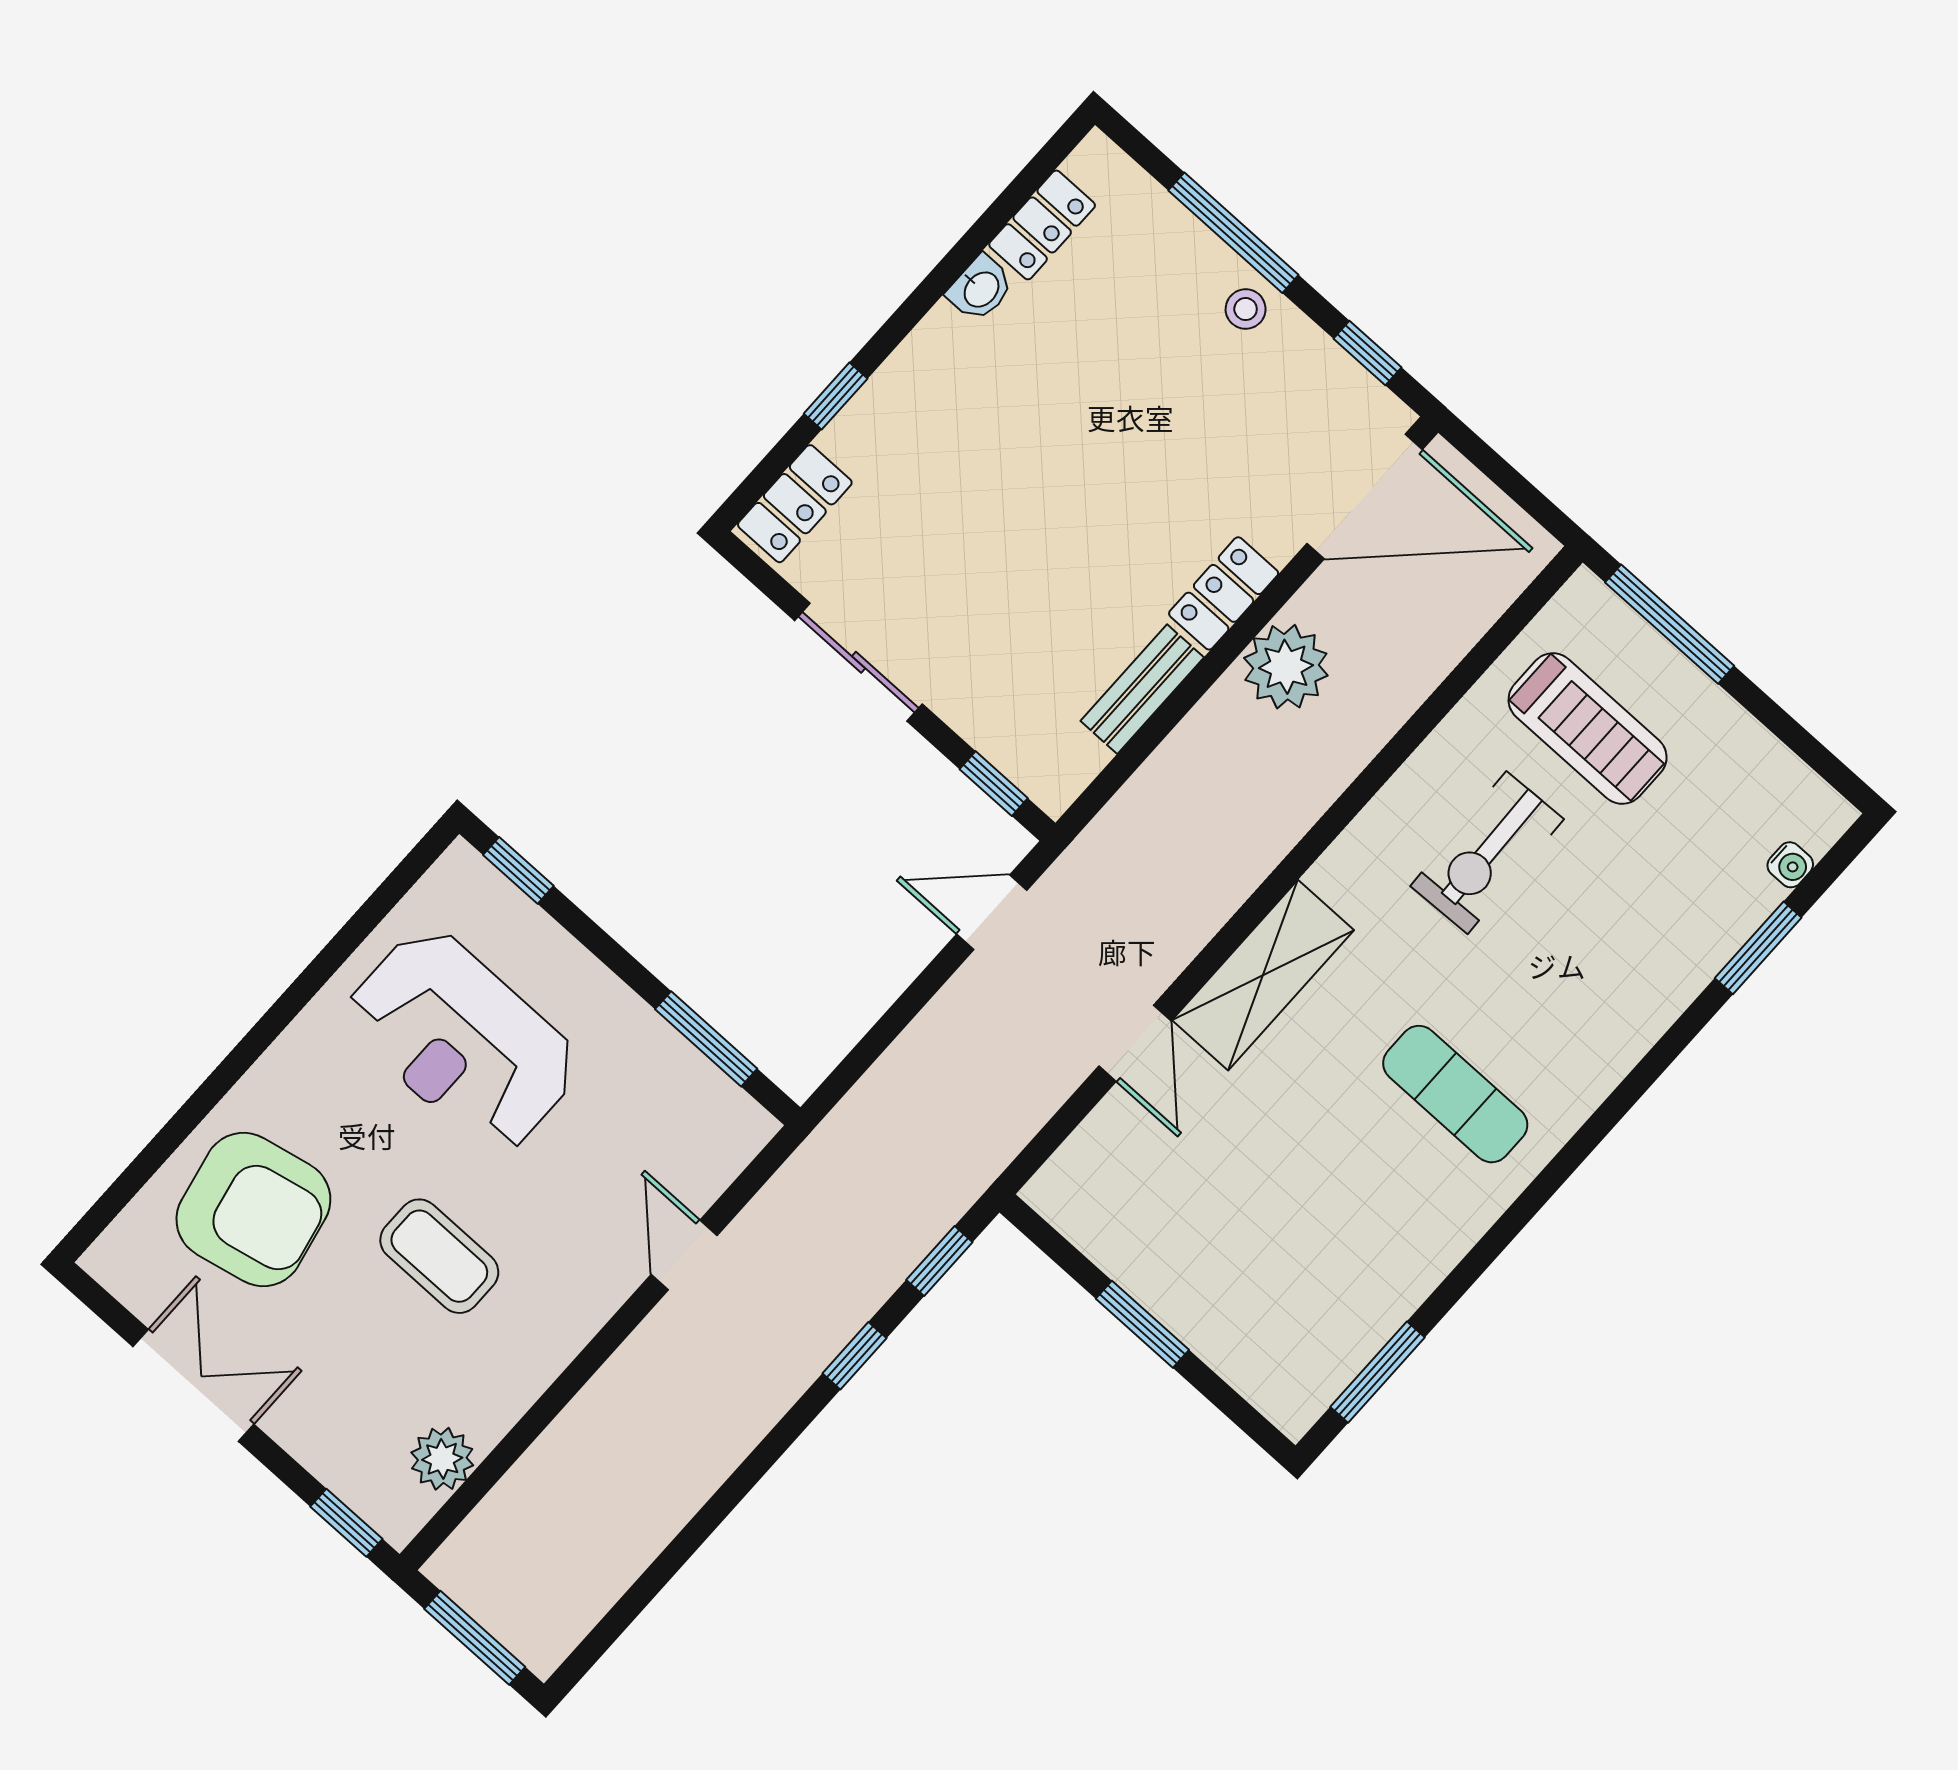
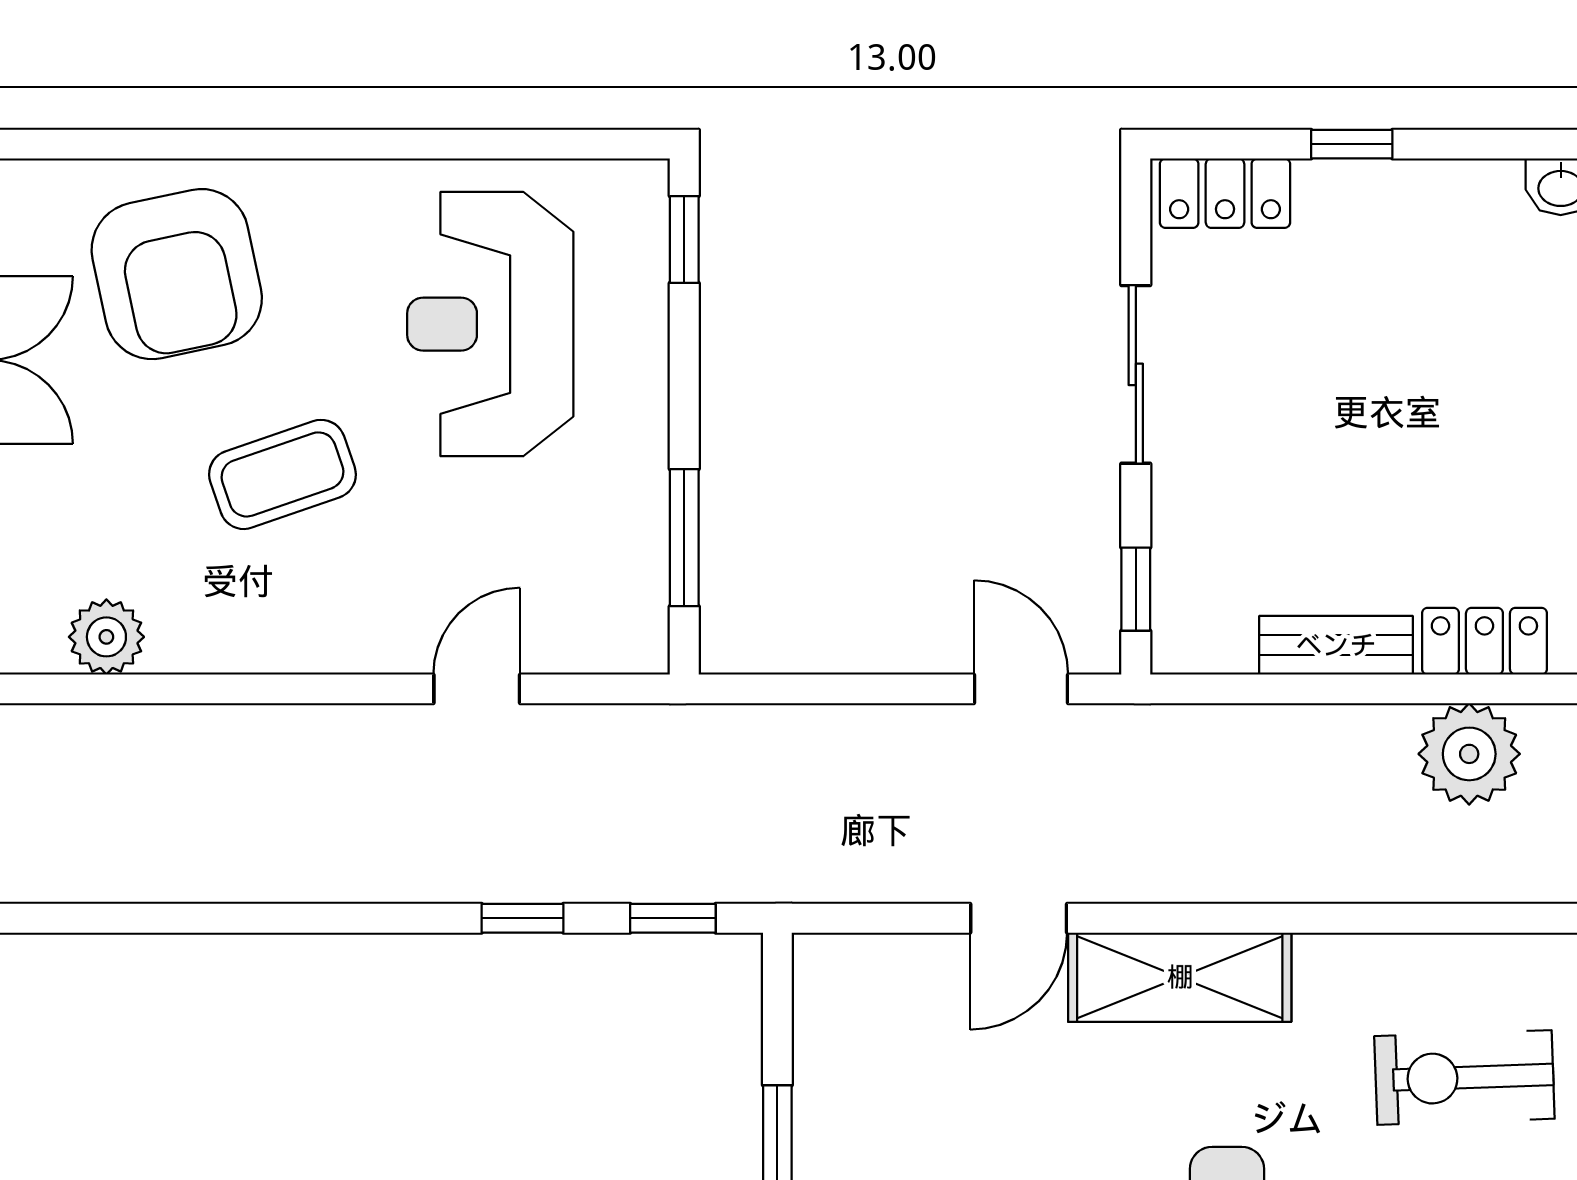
coffee table: (439, 1256) -> (282, 474), turned 71

